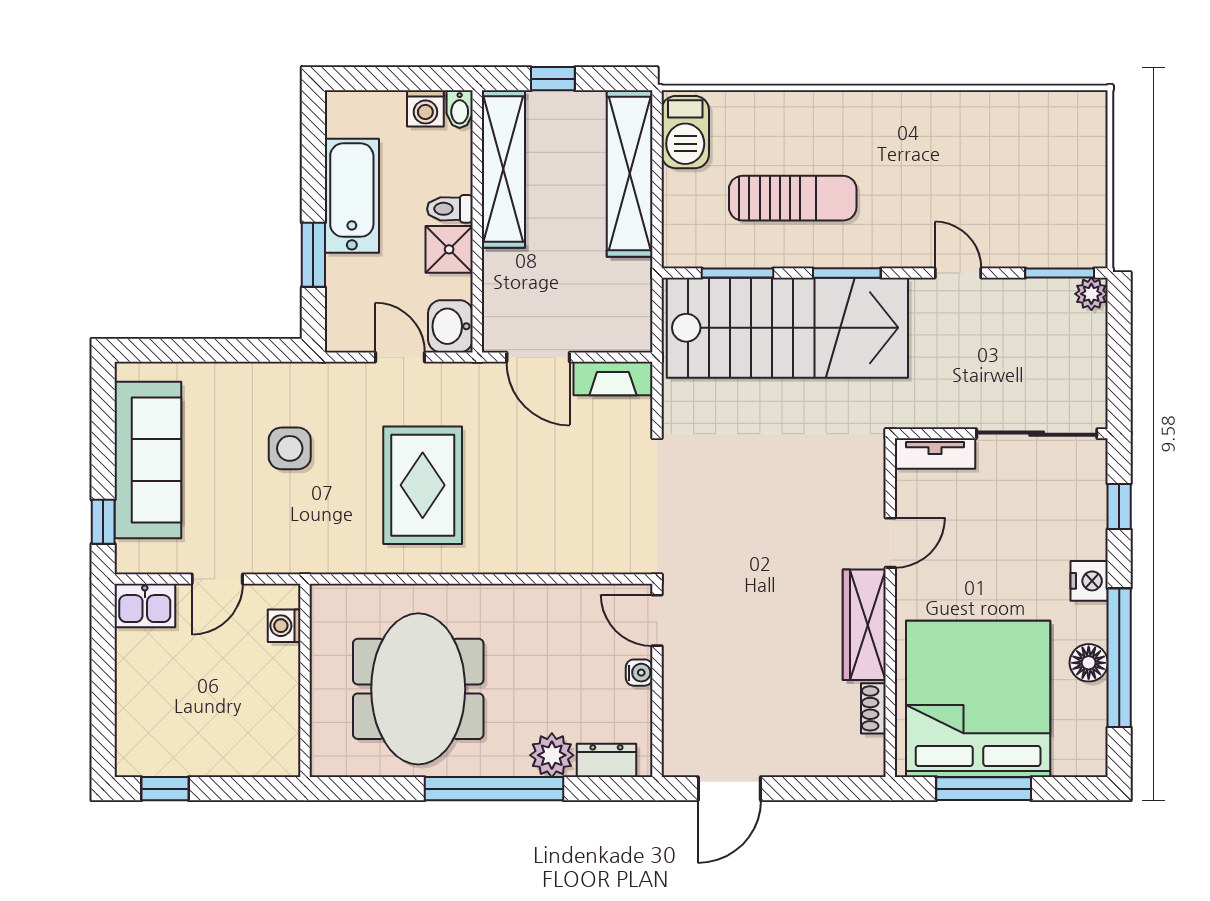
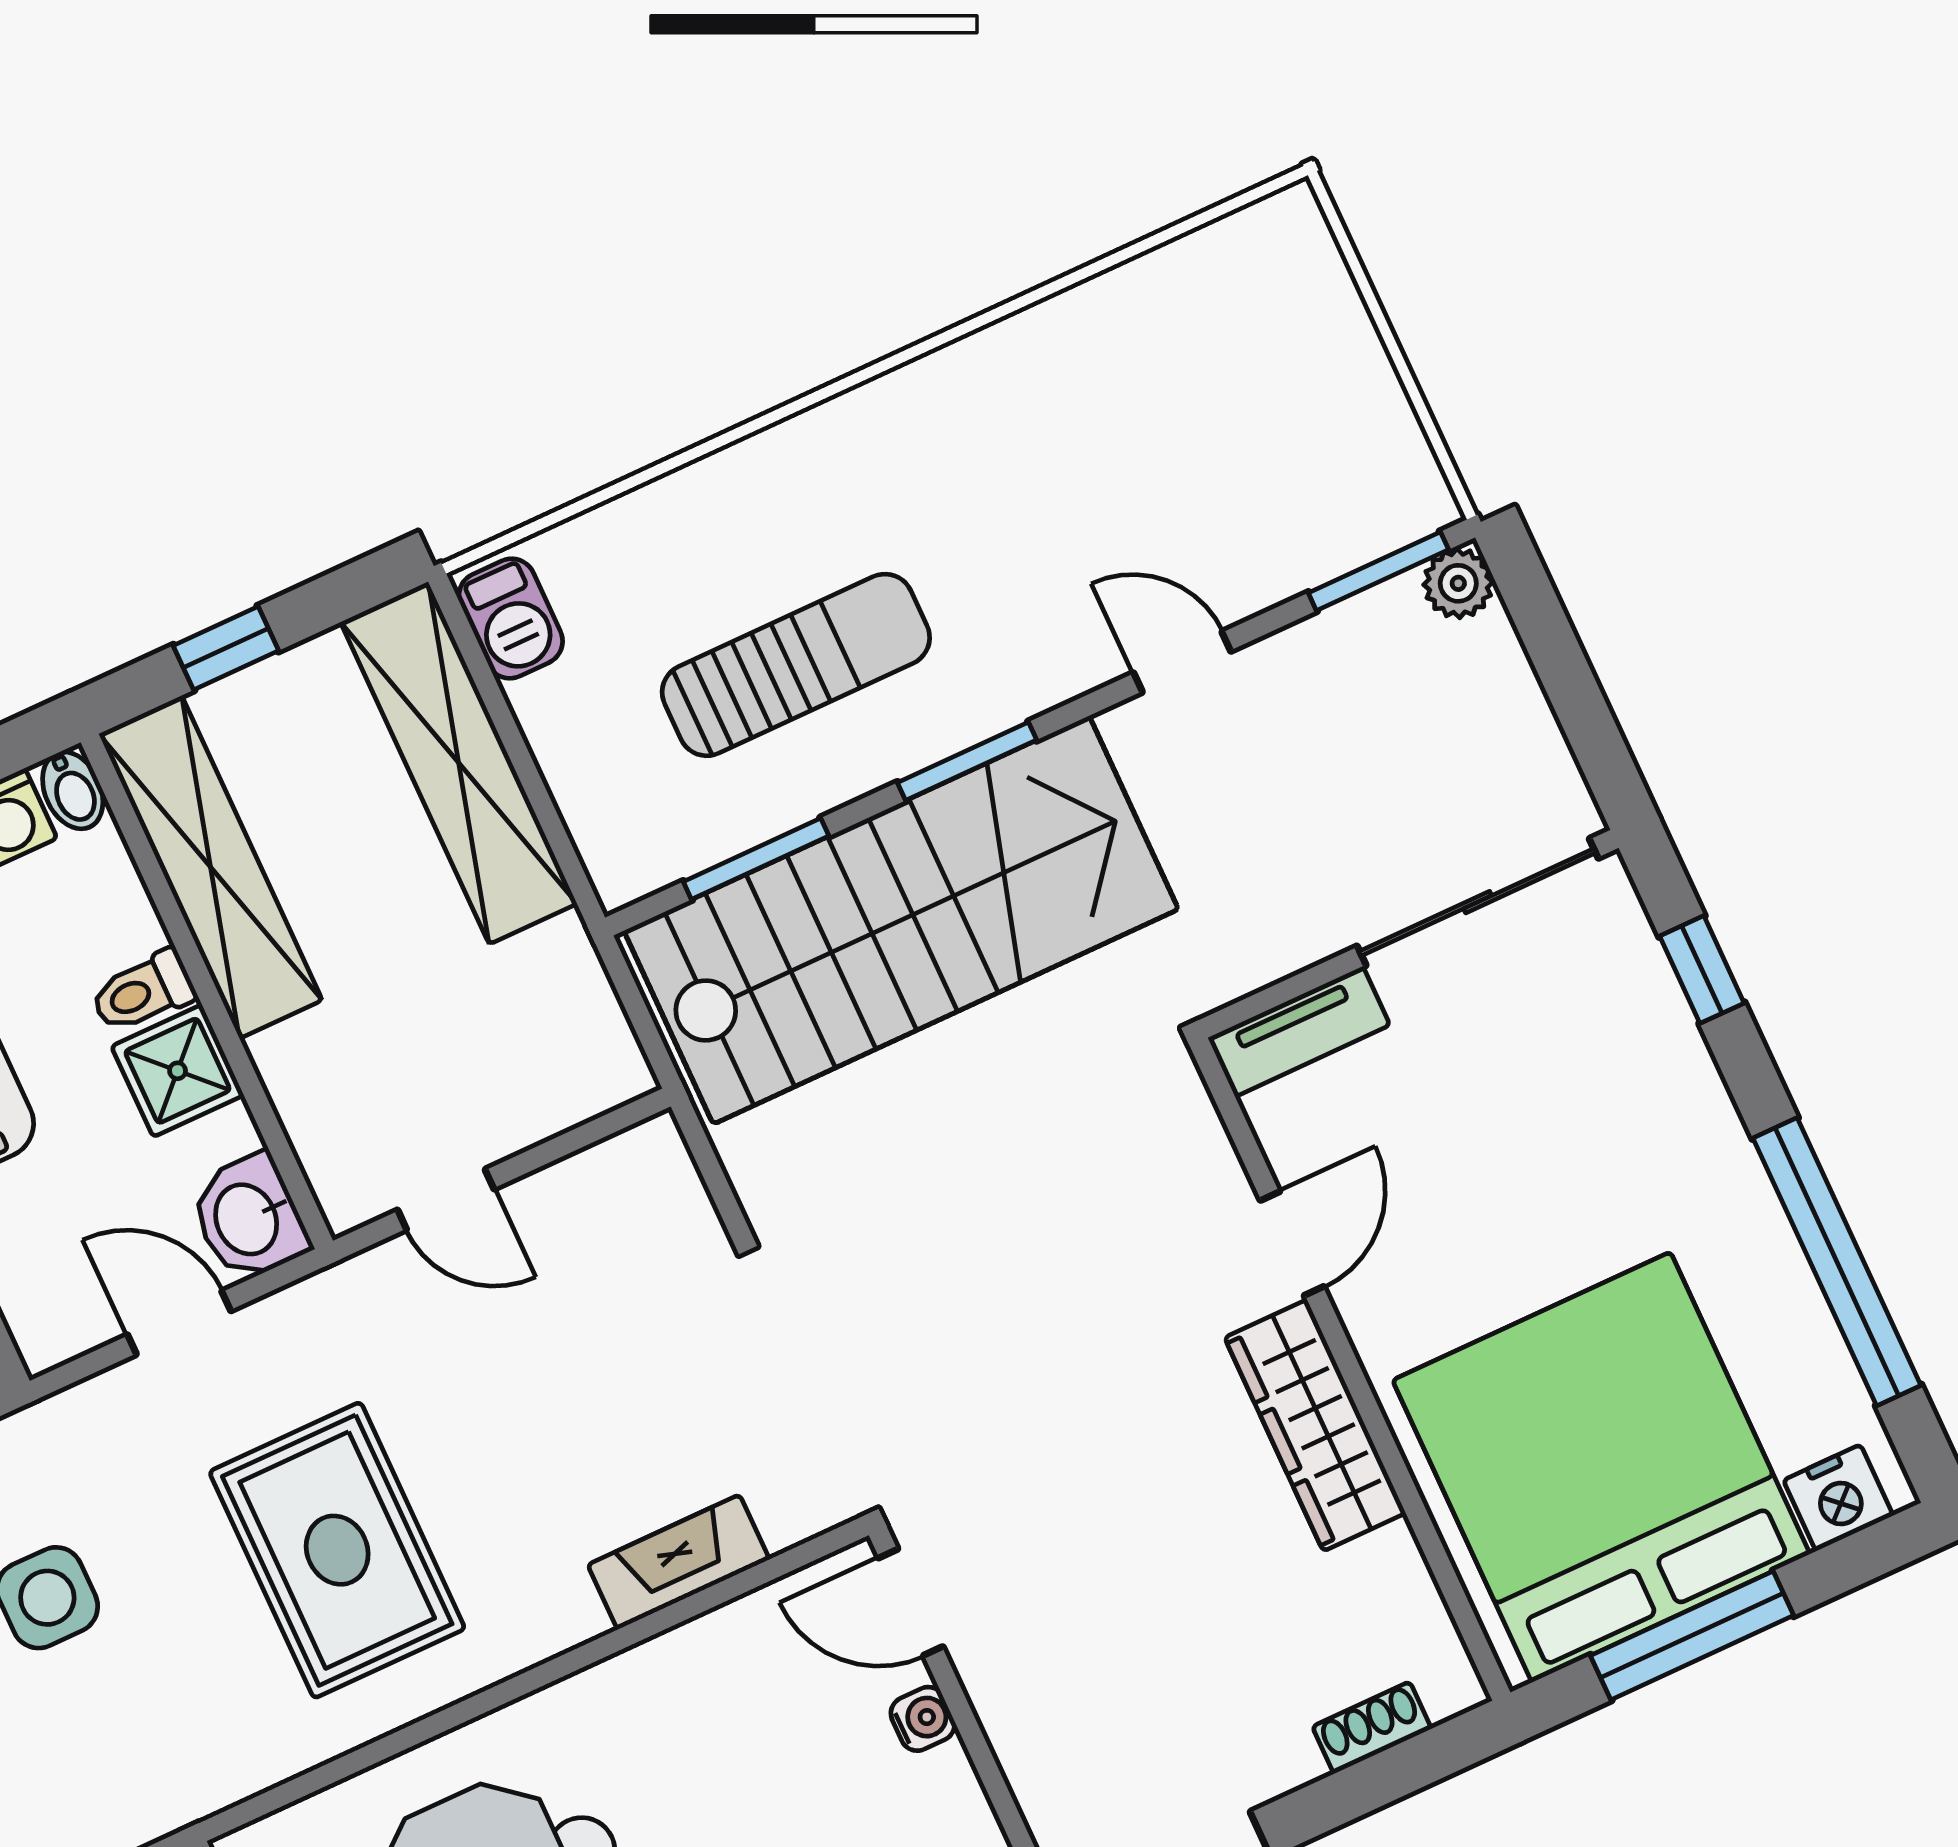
barbecue: (685, 132) -> (511, 619), width x0.73, depth x0.79
door: (538, 357) -> (446, 1199), width x0.73
fireplace: (613, 379) -> (679, 1562), moved, turned 180
nightstand: (1089, 581) -> (1838, 1498), moved, turned 90
floor lamp: (1089, 663) -> (1783, 1299), removed
shoe rack: (873, 708) -> (1372, 1728), moved, turned 90

